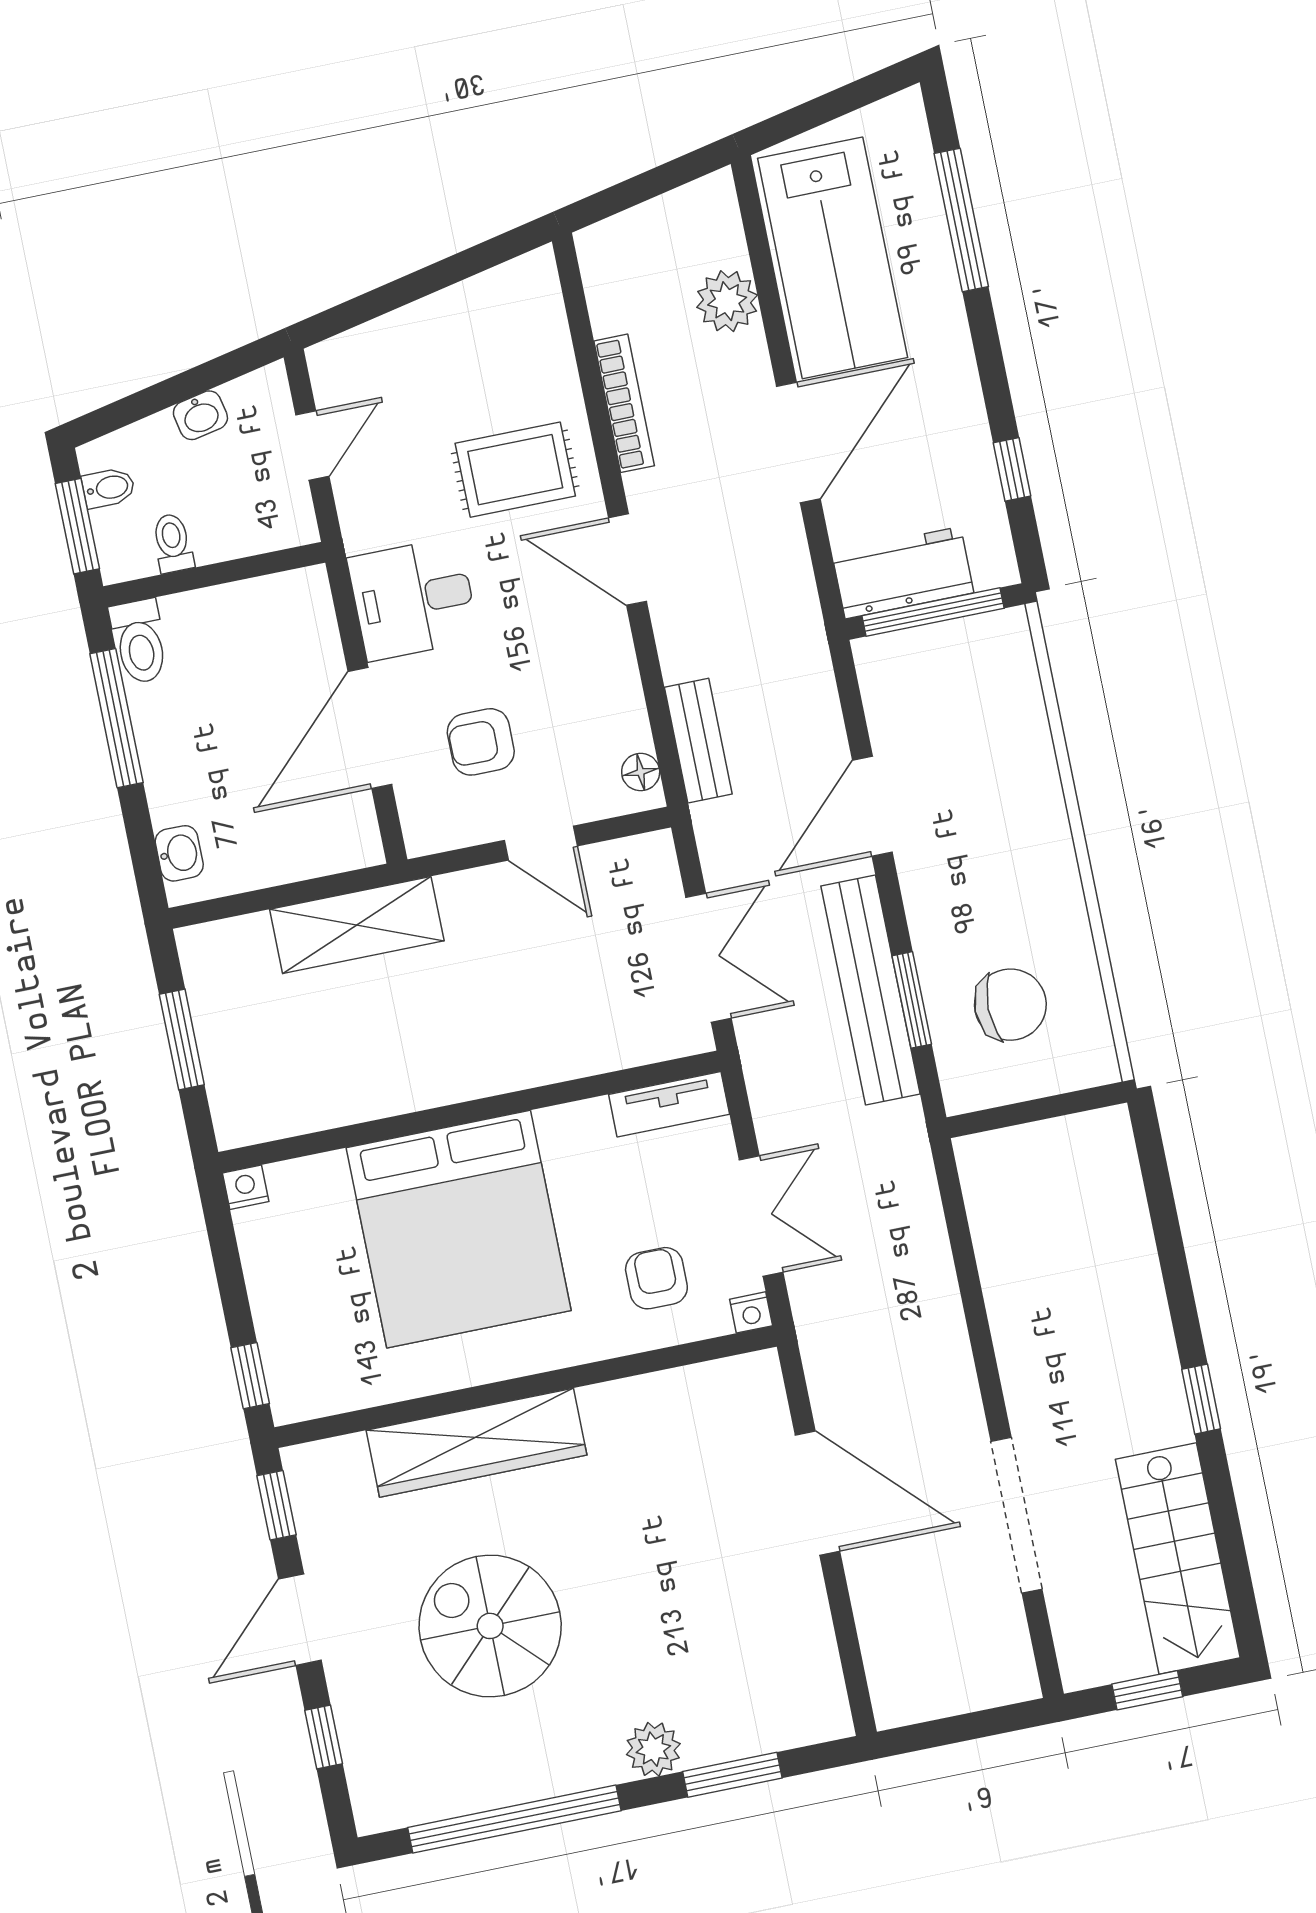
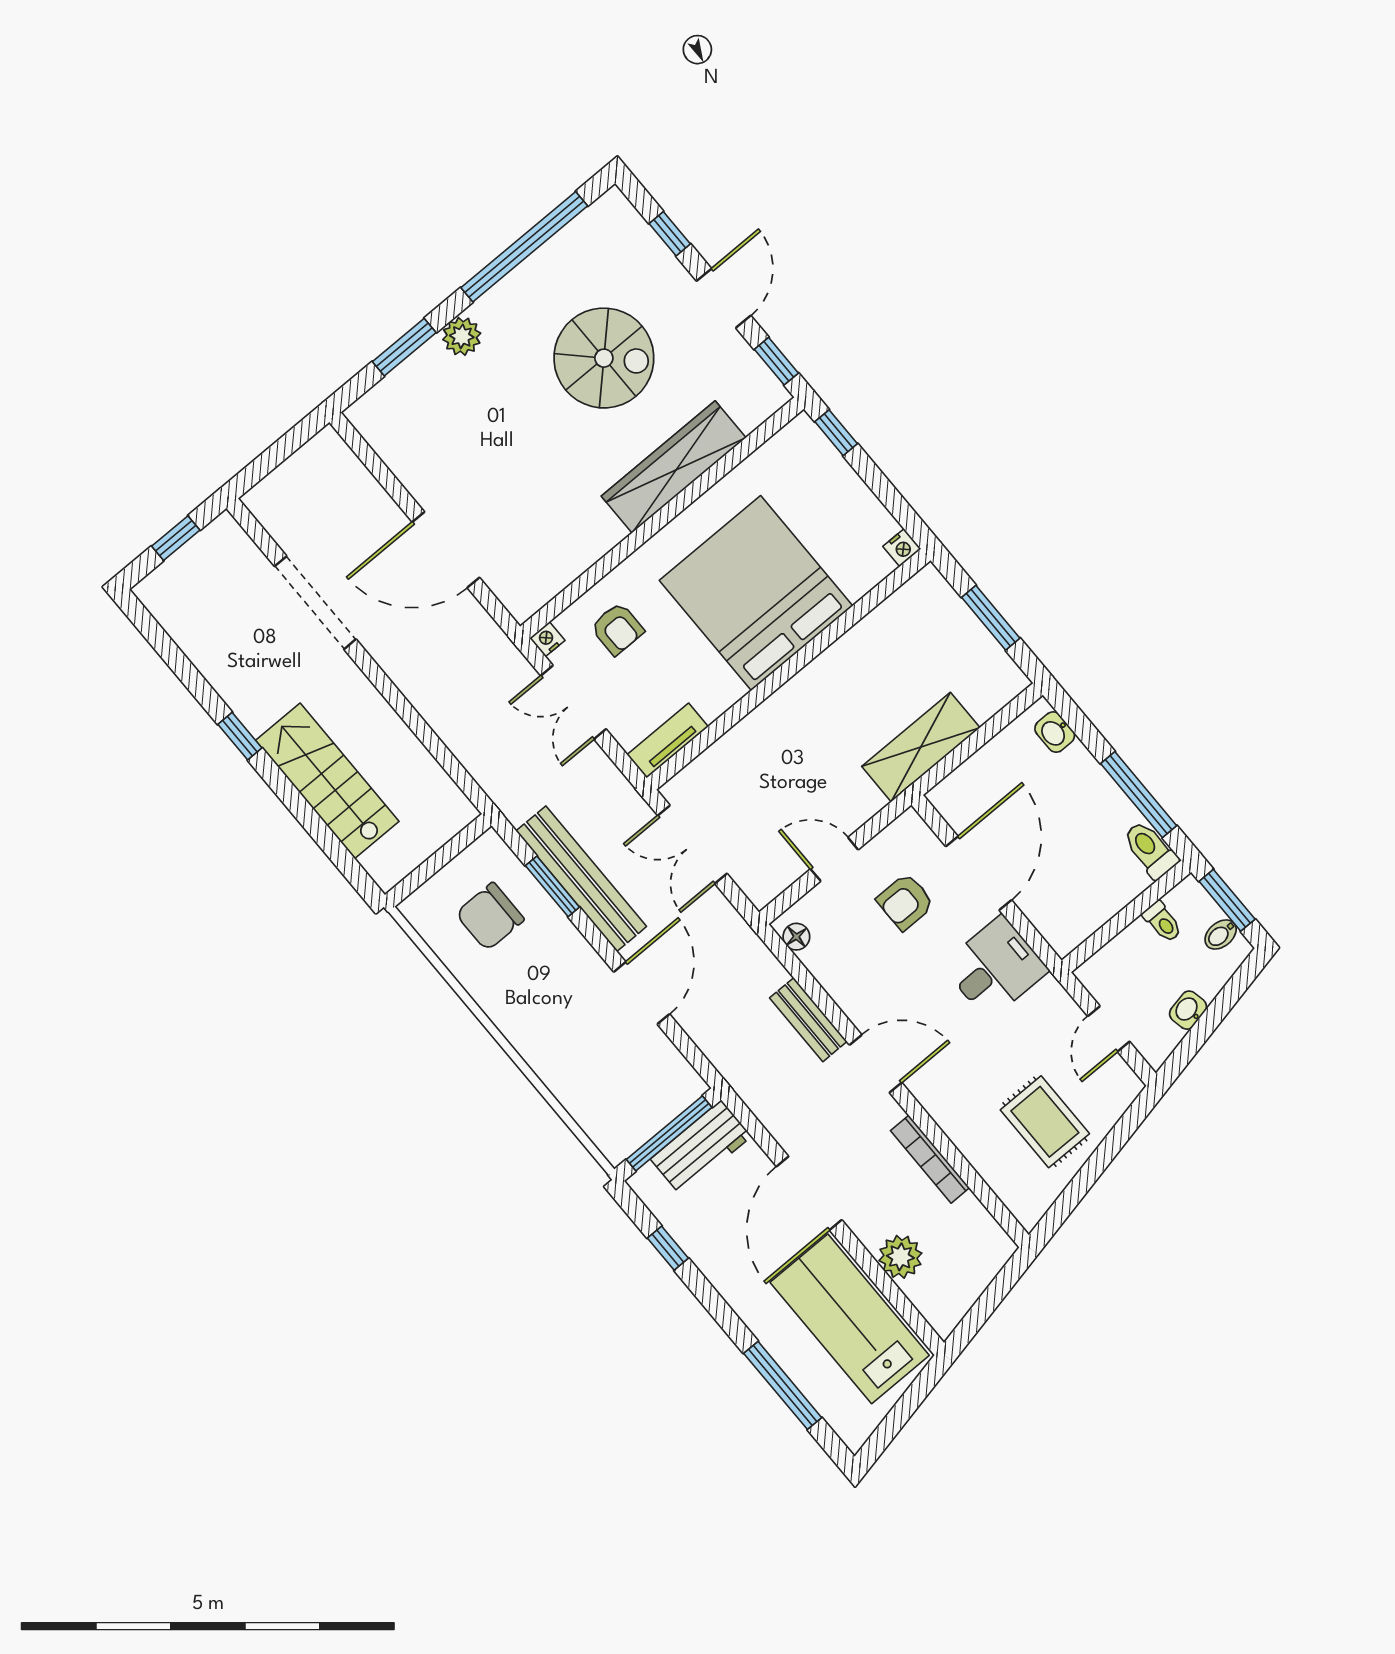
rug: (515, 470) -> (1045, 1122), moved, turned 90
bench: (698, 741) -> (808, 1020), moved
armchair: (481, 742) -> (905, 902), turned 180
stairs: (1178, 1559) -> (327, 781), moved

